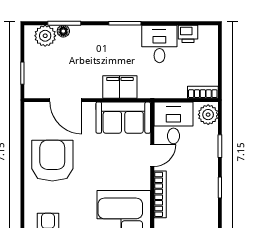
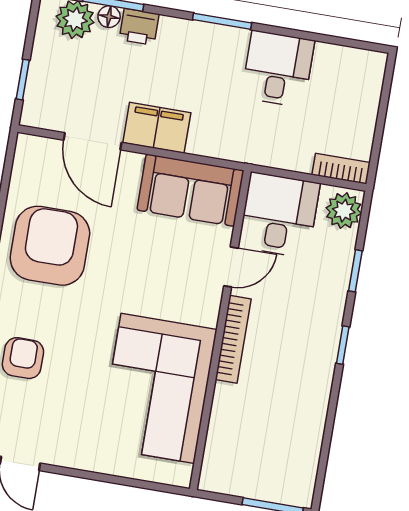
printer: (188, 34) -> (139, 27), moved
filing cabinet: (120, 87) -> (157, 128), moved

